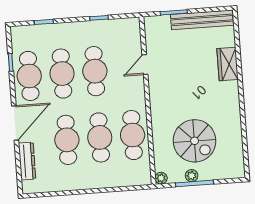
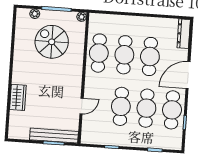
bench: (202, 20) -> (54, 136), moved
dresser: (27, 161) -> (184, 34), moved
plant: (192, 176) -> (35, 14), moved

